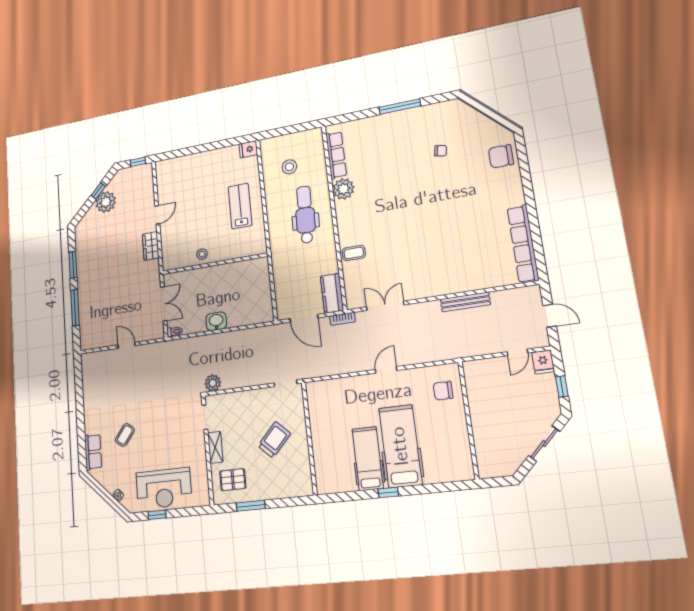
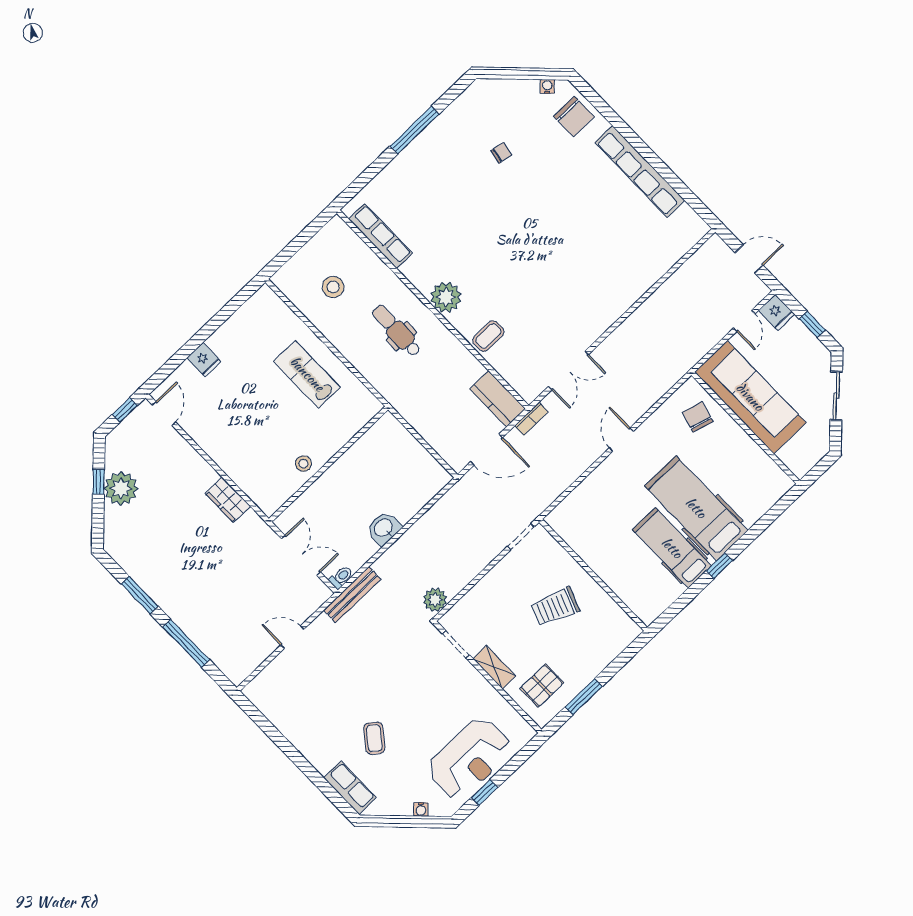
water cooler: (498, 128) -> (547, 86), added
fridge: (248, 149) -> (204, 360), moved, turned -90
chair: (501, 156) -> (574, 117), turned -90
plant: (343, 189) -> (446, 297), moved
dental chair: (305, 214) -> (396, 331), width x0.73, depth x0.72
door: (157, 215) -> (164, 413), moved
row of seats: (523, 244) -> (640, 171), moved
bench: (465, 302) -> (352, 595), moved
double door: (385, 306) -> (568, 371), swing flipped
chair: (443, 391) -> (698, 417), turned 106
sofa: (486, 403) -> (750, 397), added
trolley: (274, 440) -> (555, 607), turned -112

